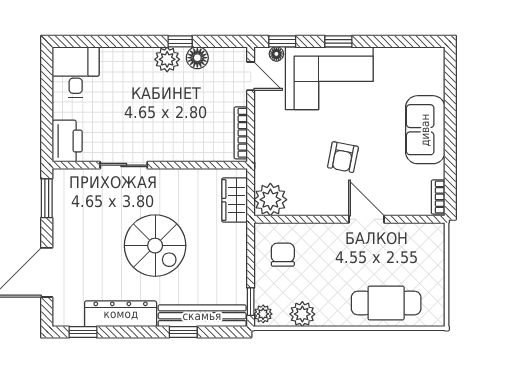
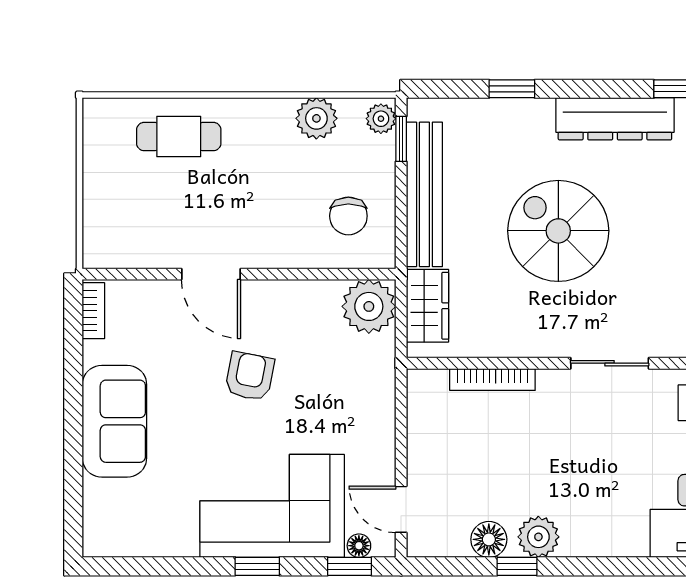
bookcase: (241, 133) -> (492, 380), moved, turned 90
cafe table: (386, 303) -> (179, 137), width x0.73, depth x0.74
bench: (202, 316) -> (424, 194), moved, turned 90

